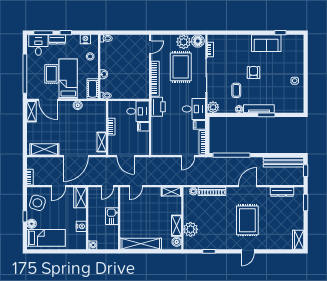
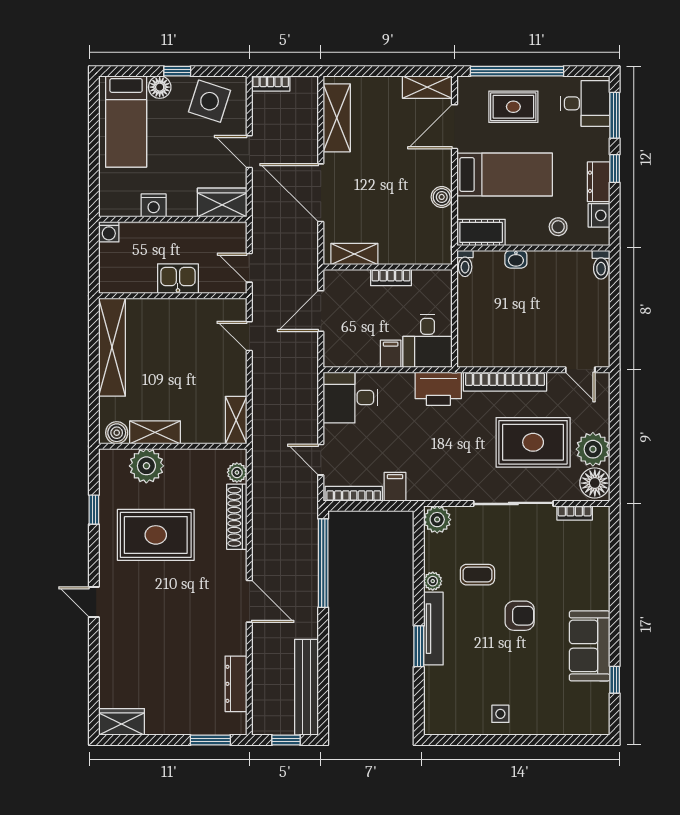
dresser: (57, 39) -> (599, 182), moved
rug: (51, 74) -> (513, 107), moved
desk: (194, 109) -> (351, 398), moved, turned 90
rug: (247, 220) -> (156, 535), moved

